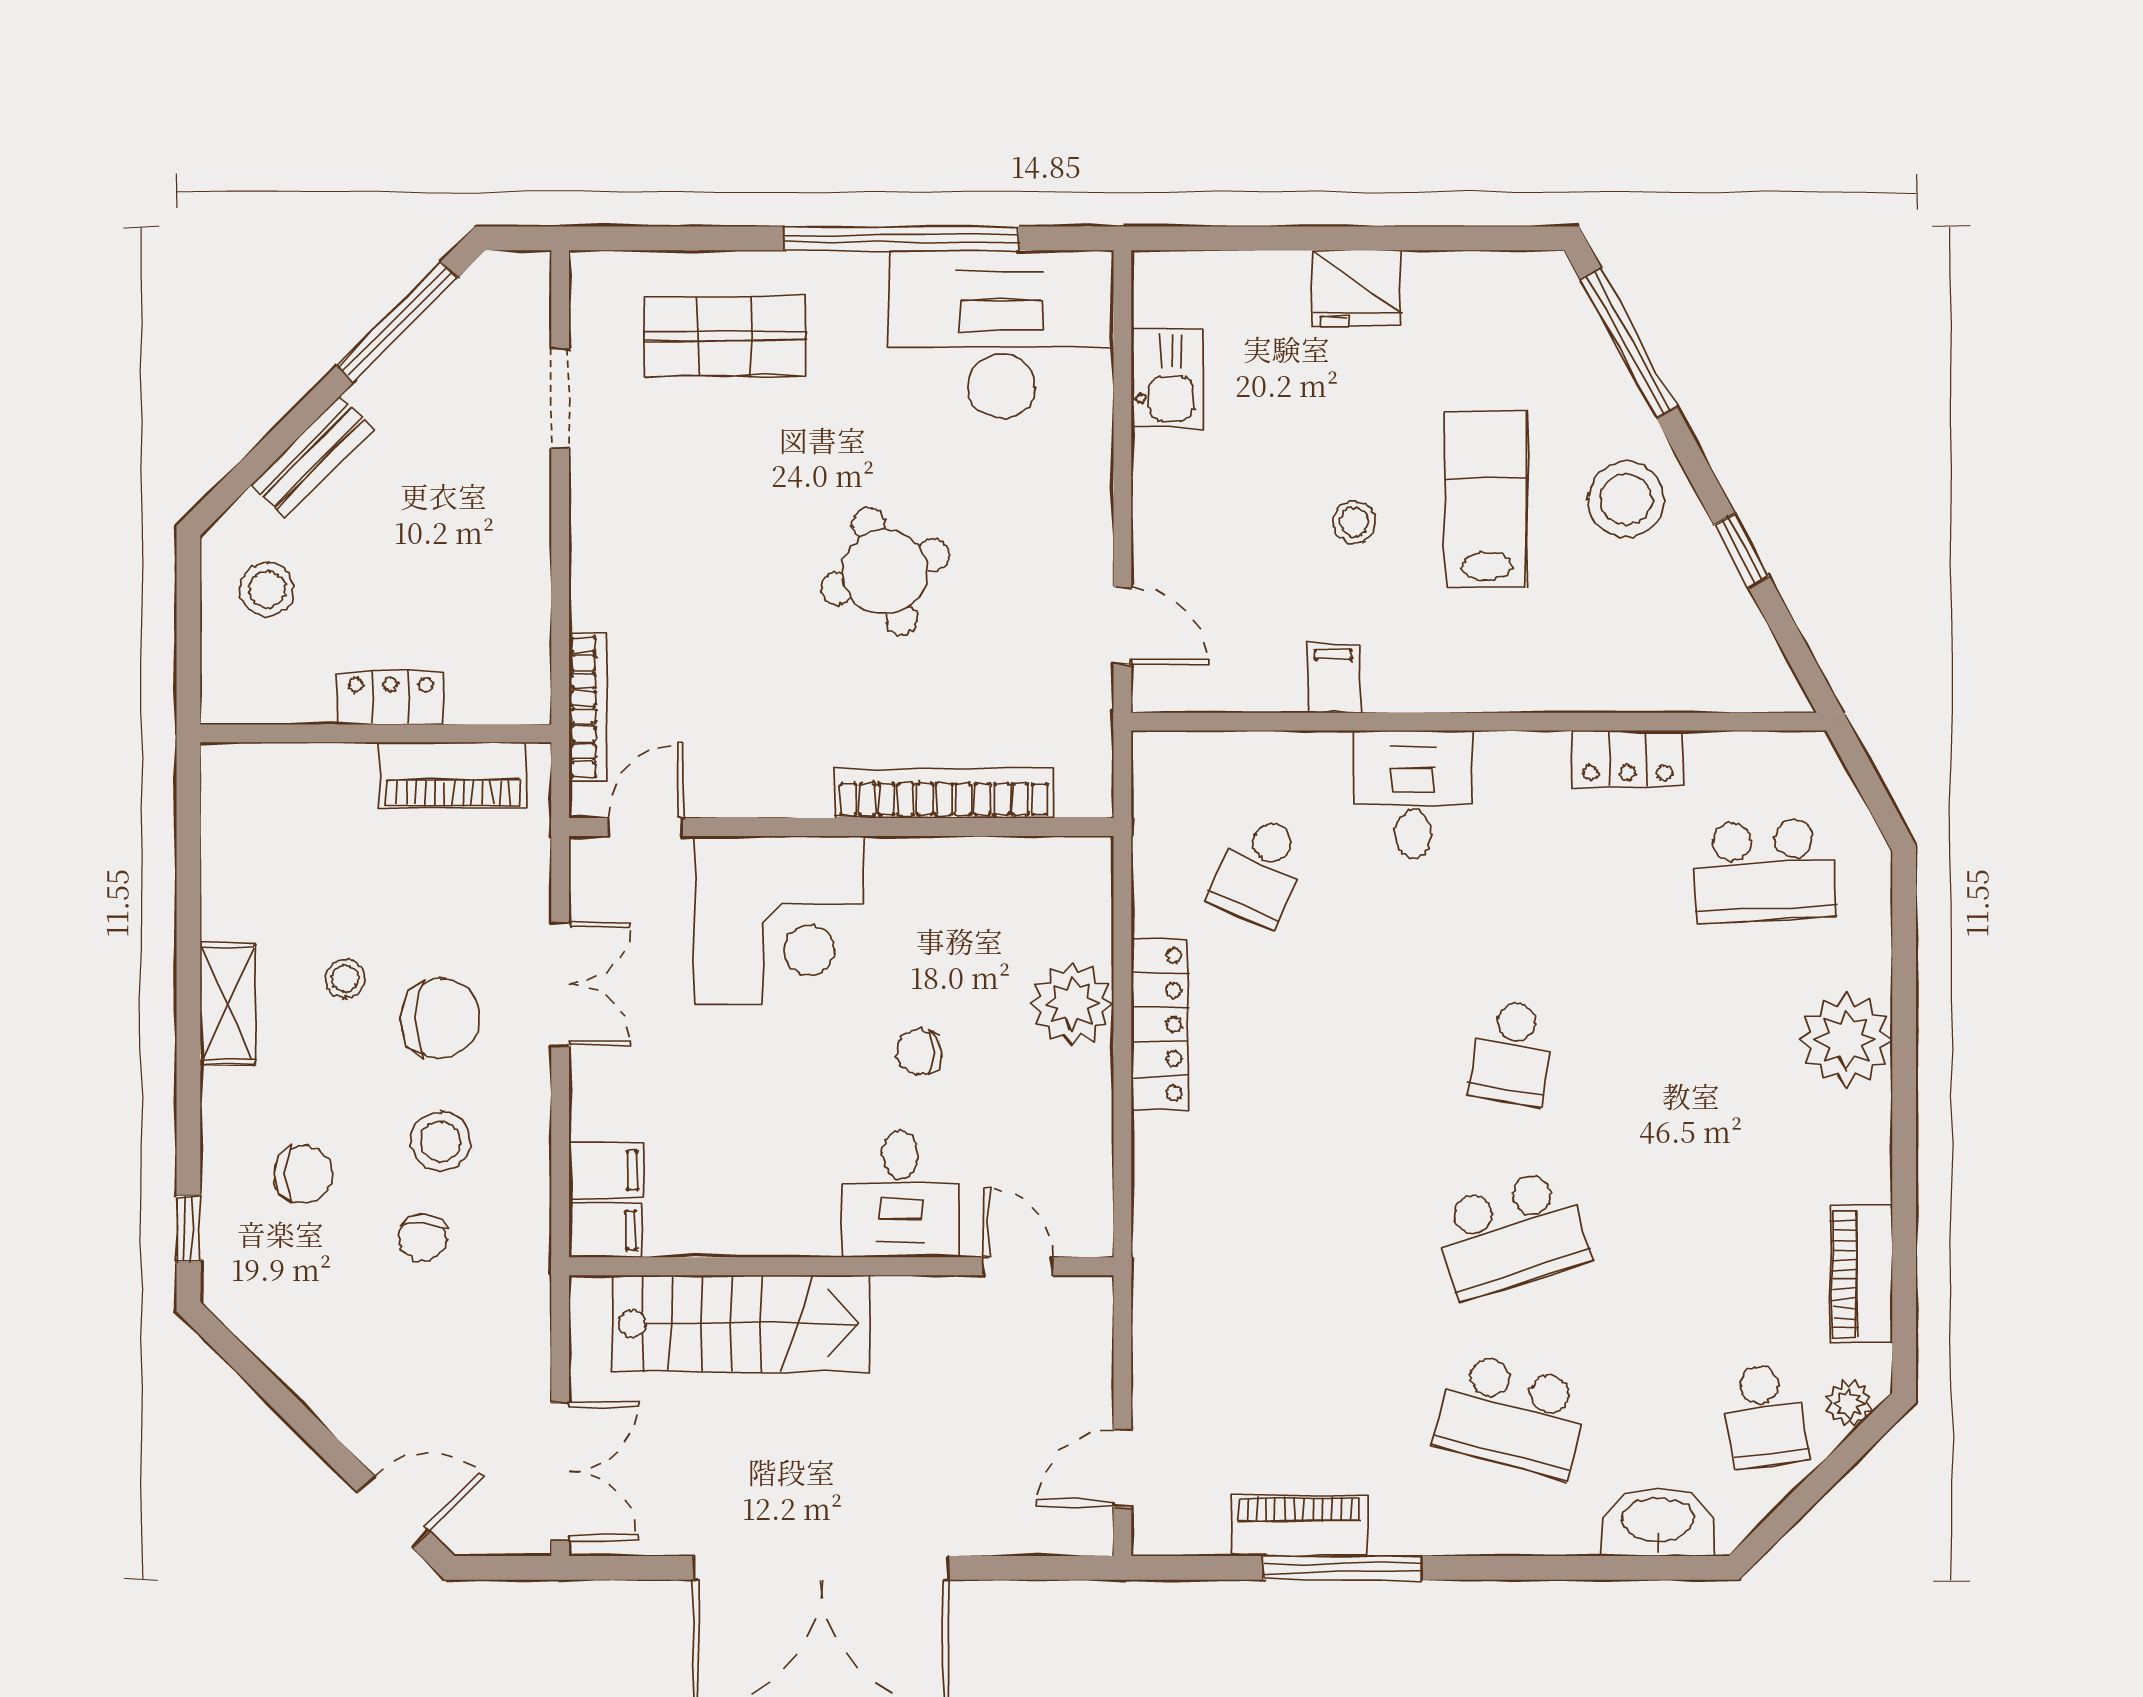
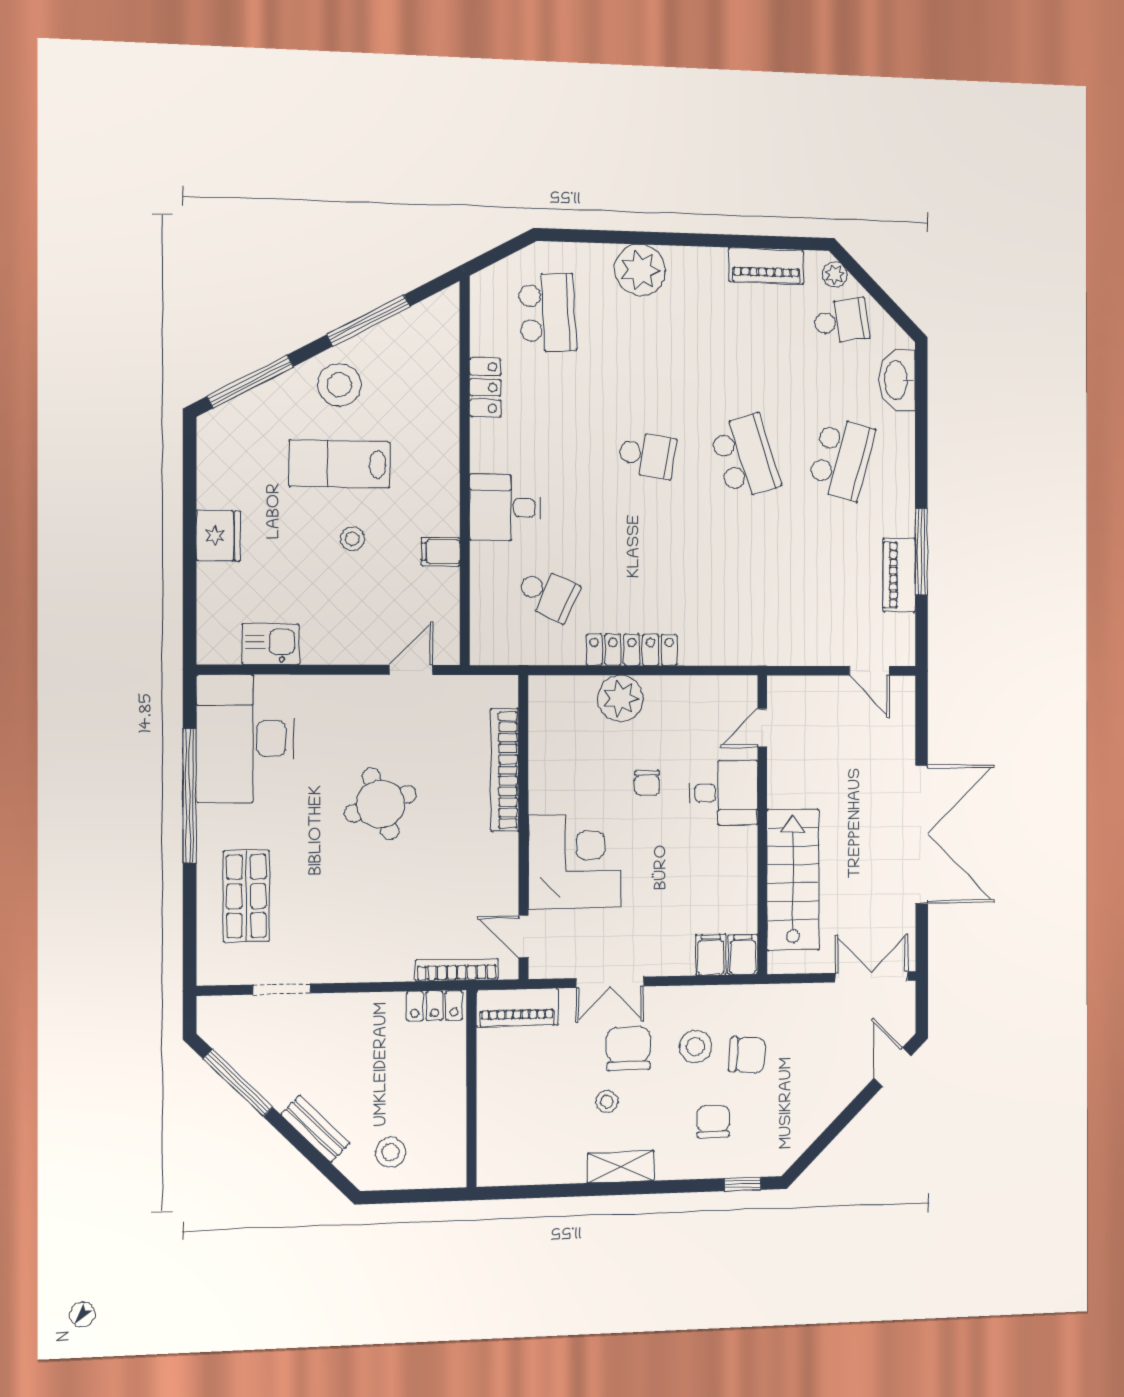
window: (1742, 550) -> (368, 320), width x2.17
locker: (390, 698) -> (434, 1006), moved, turned -90
piano: (453, 775) -> (517, 1008), moved, turned 90
double door: (560, 984) -> (610, 982), swing flipped
chair: (423, 1238) -> (747, 1055), width x1.37, depth x1.37

